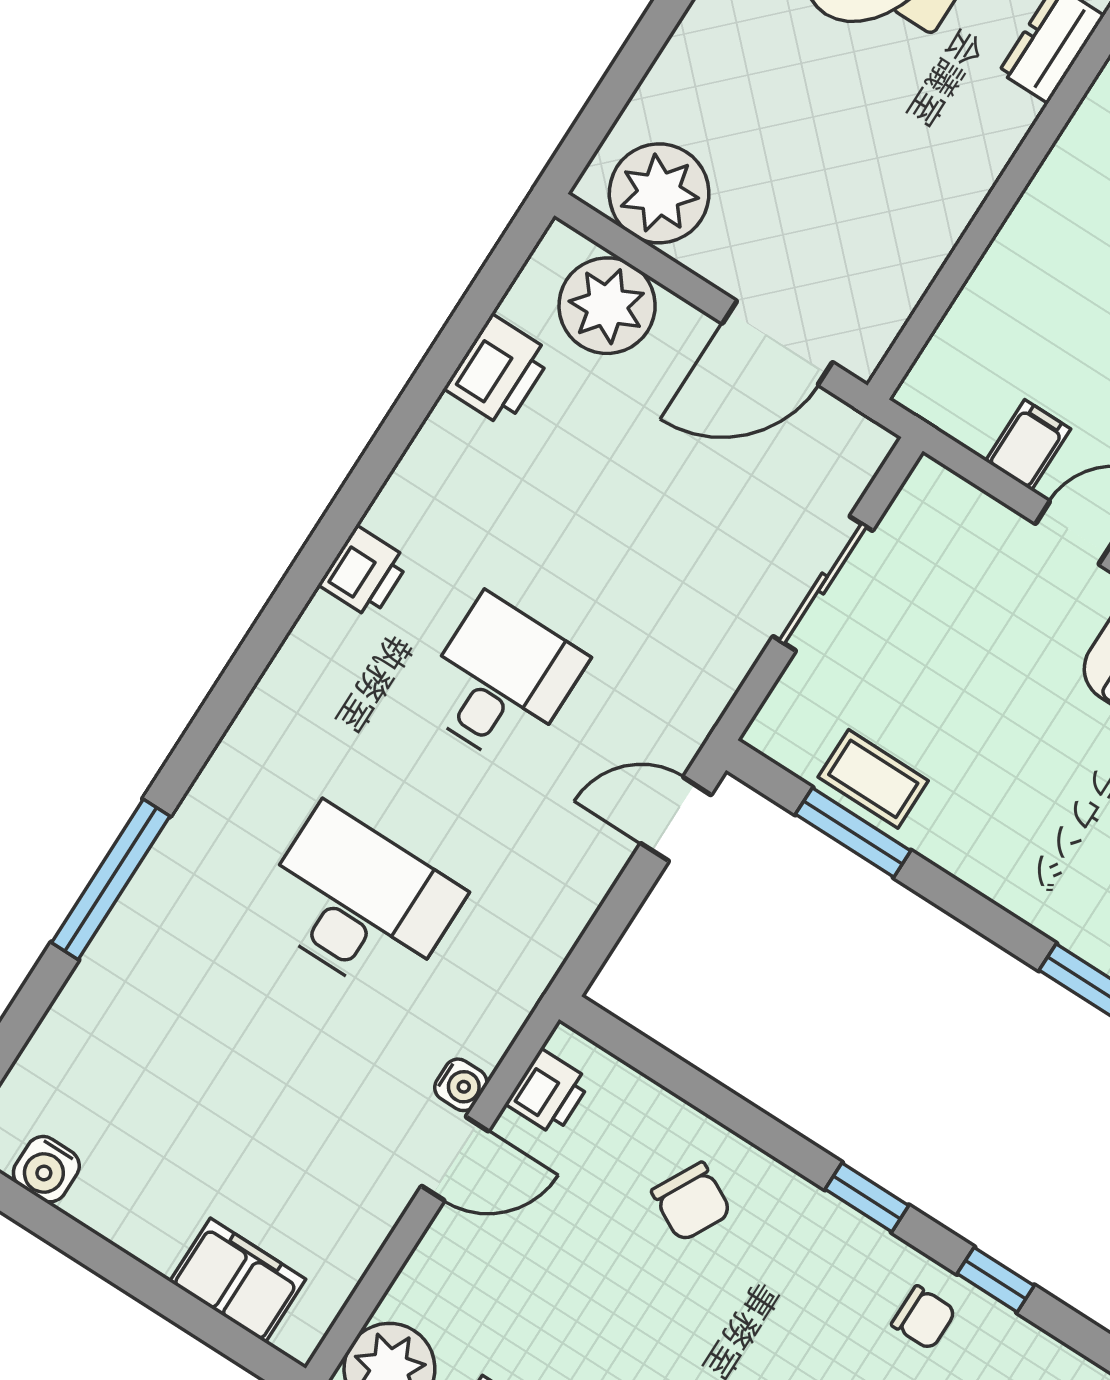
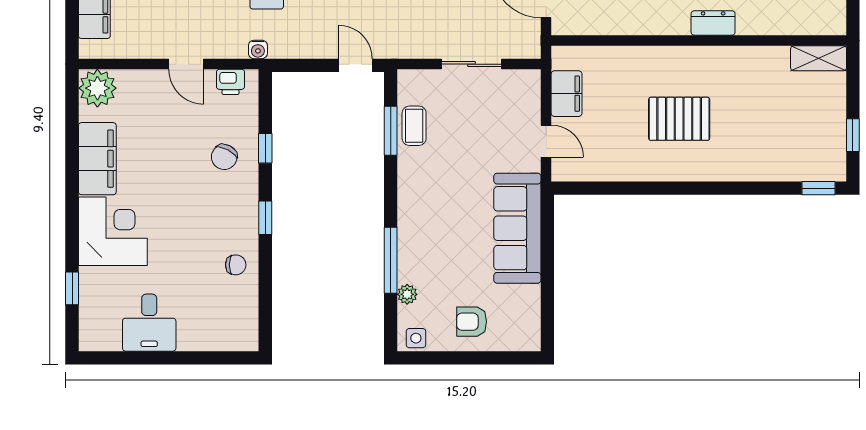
filing cabinet: (1028, 445) -> (567, 94), width x2.00
water cooler: (461, 1085) -> (258, 49), moved
window: (996, 1280) -> (265, 148), moved
chair: (924, 1318) -> (236, 265), turned -90

